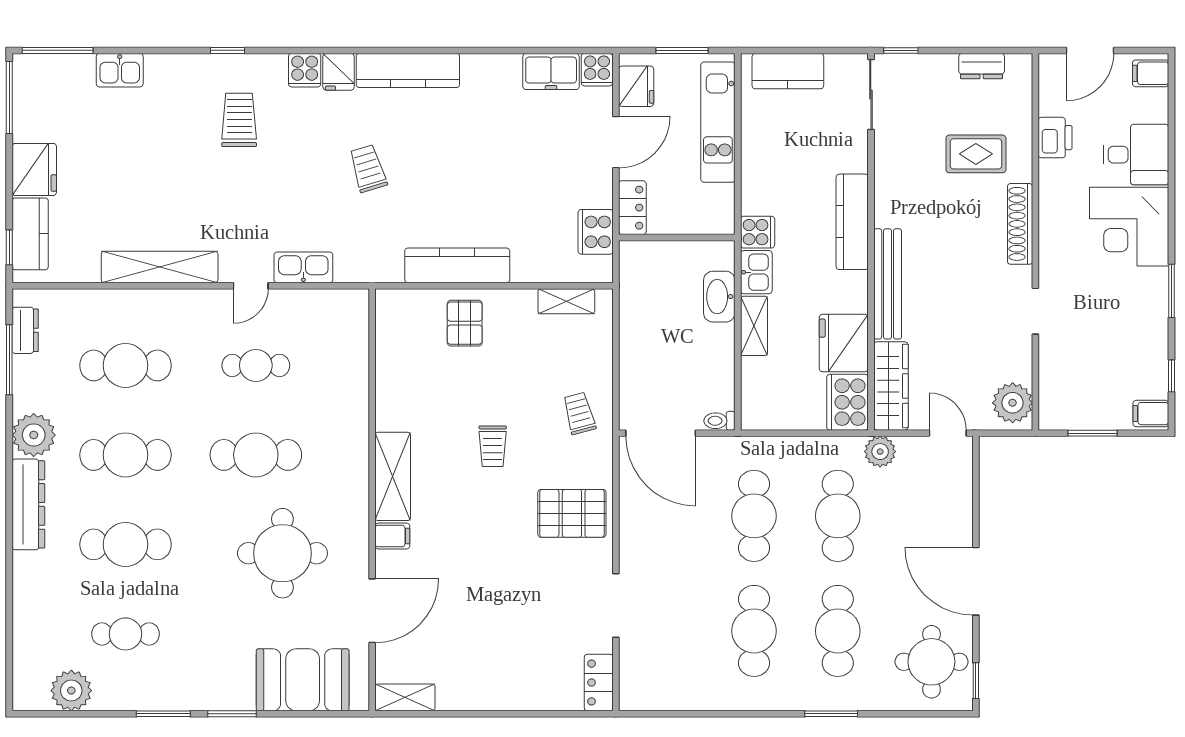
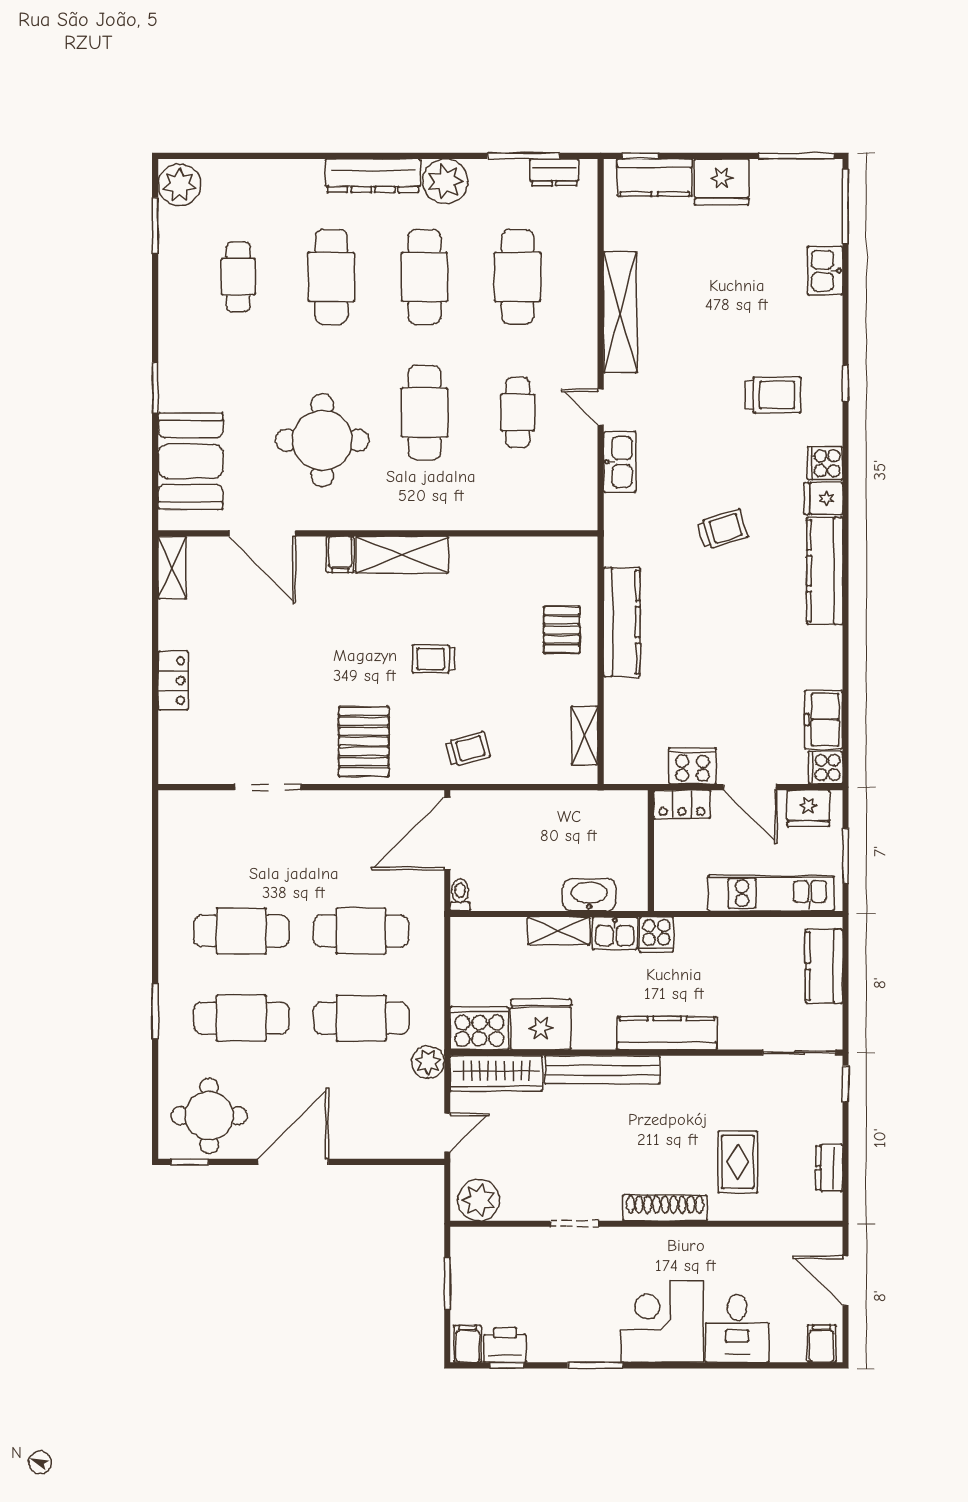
printer: (1055, 138) -> (505, 1345), moved, turned 180
cooker: (596, 232) -> (692, 766), moved
pallet: (465, 323) -> (562, 630), turned 90
locker: (599, 682) -> (173, 680), moved, turned 90
plant: (71, 691) -> (179, 185), moved
window: (163, 714) -> (155, 226), moved

